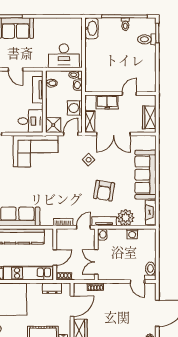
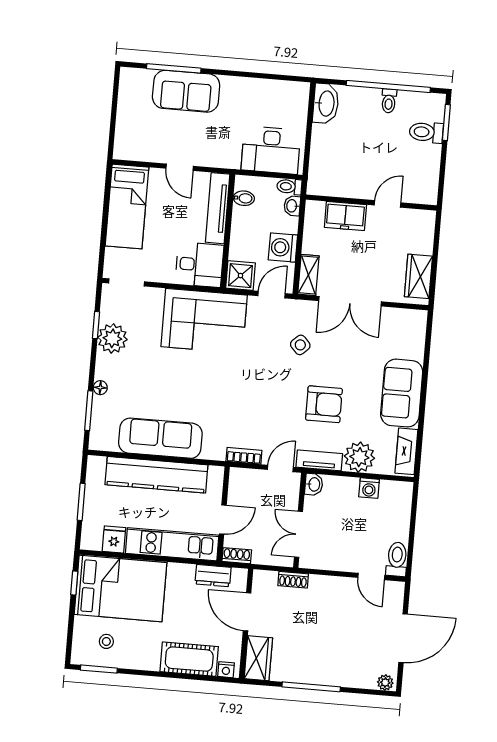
tv unit: (38, 90) -> (218, 208), width x1.41
wall: (120, 94) -> (371, 203), moved
door: (129, 94) -> (388, 204), moved
freezer: (107, 102) -> (345, 216), moved
sofa: (146, 175) -> (402, 393), width x0.73
armchair: (104, 191) -> (324, 404), turned -99
door: (72, 306) -> (247, 612), swing flipped

